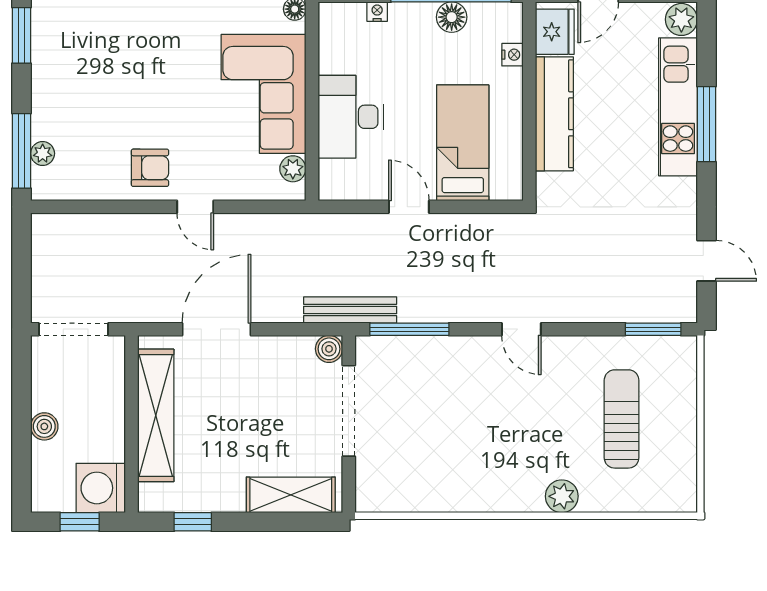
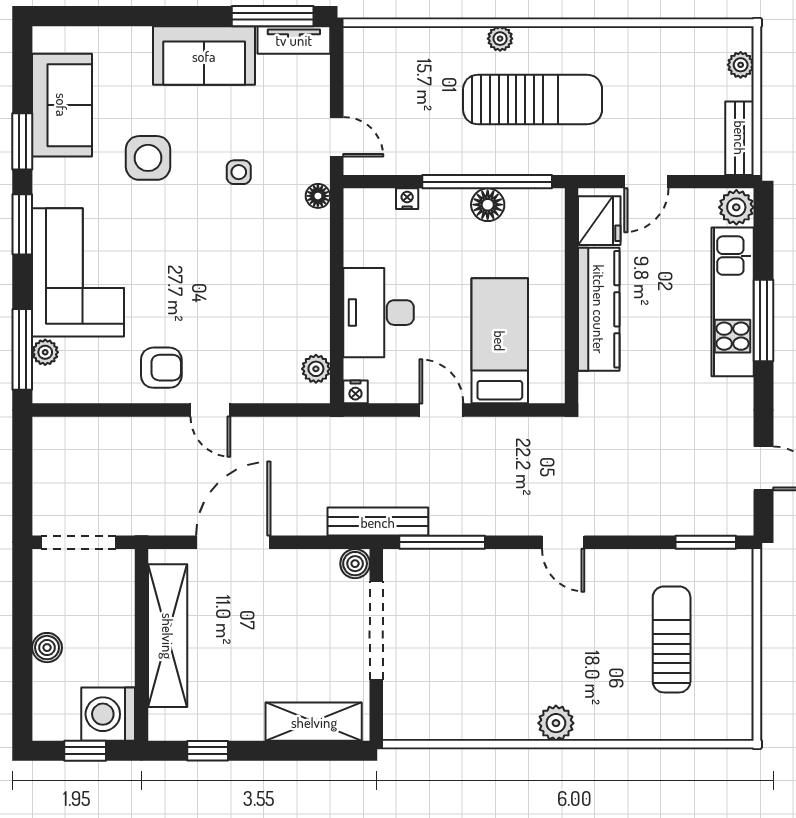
nightstand: (512, 55) -> (355, 392), moved, turned 90
corner sofa: (264, 94) -> (78, 272), moved, turned 180
plant: (562, 496) -> (556, 723), moved

